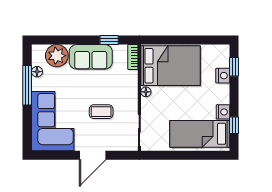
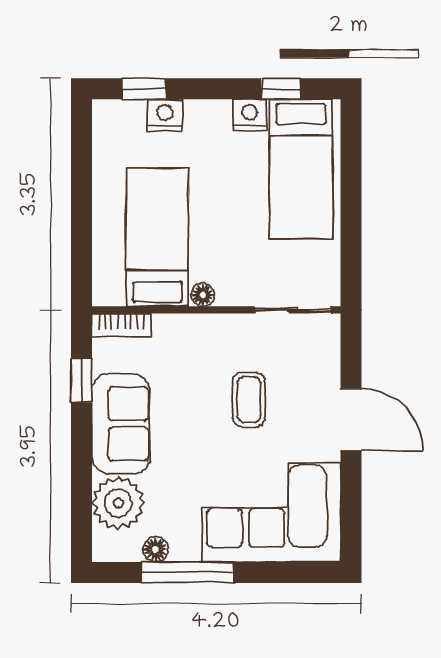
bed: (171, 66) -> (157, 237), width x0.67

